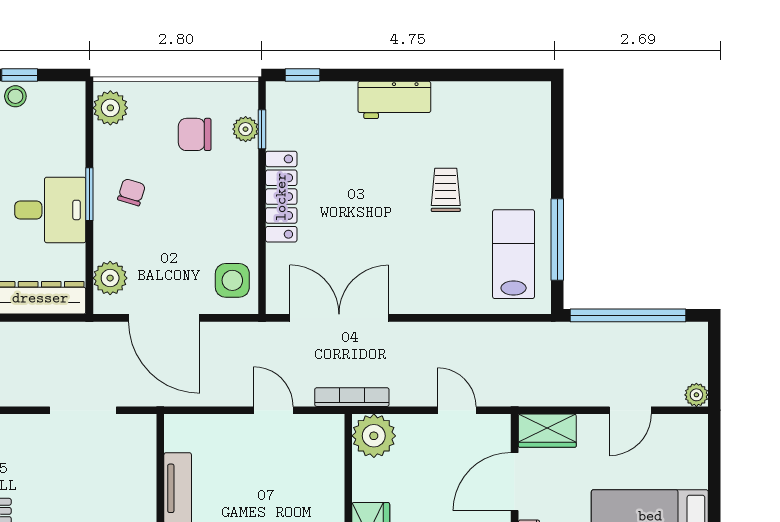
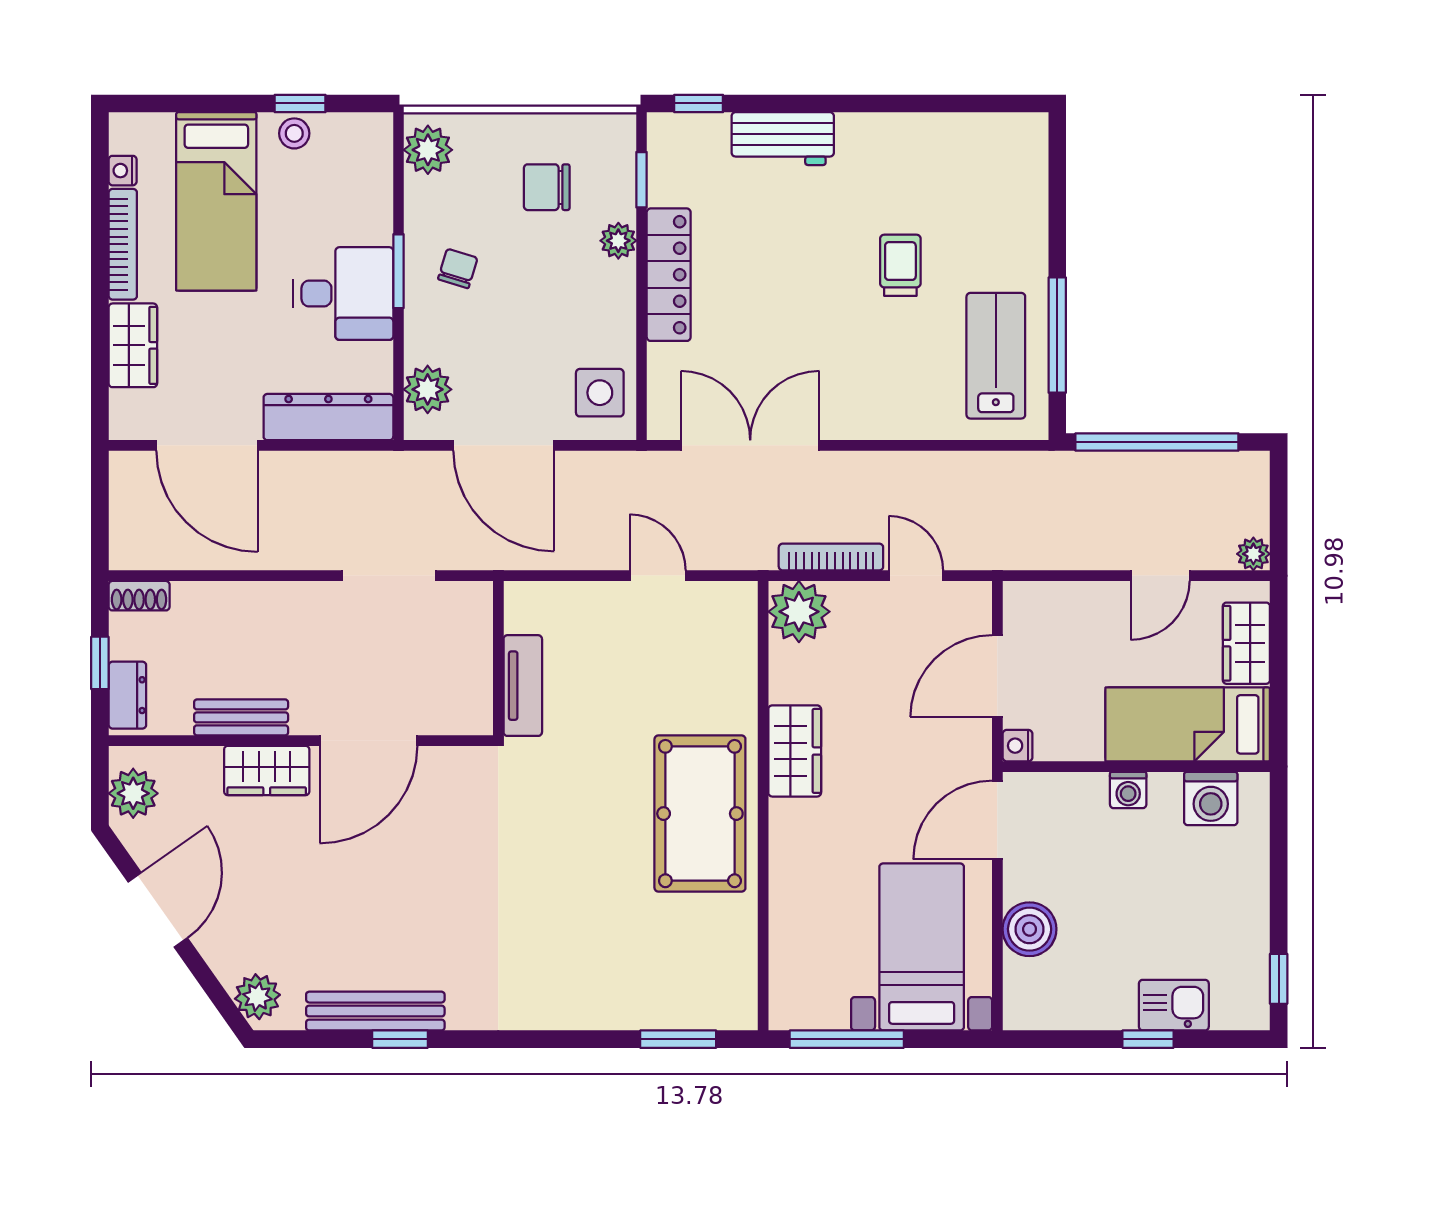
workbench: (394, 100) -> (783, 139), moved
plant: (246, 129) -> (618, 241), moved
bookcase: (352, 397) -> (831, 557), moved
wardrobe: (547, 431) -> (1246, 643), moved, turned 90

